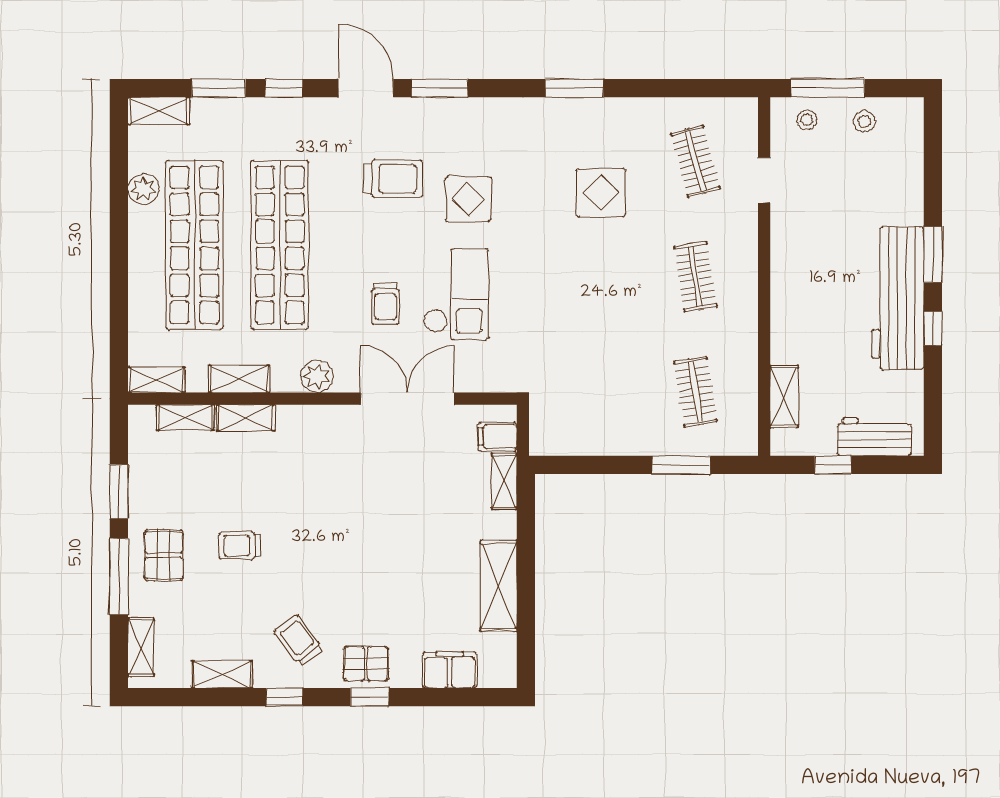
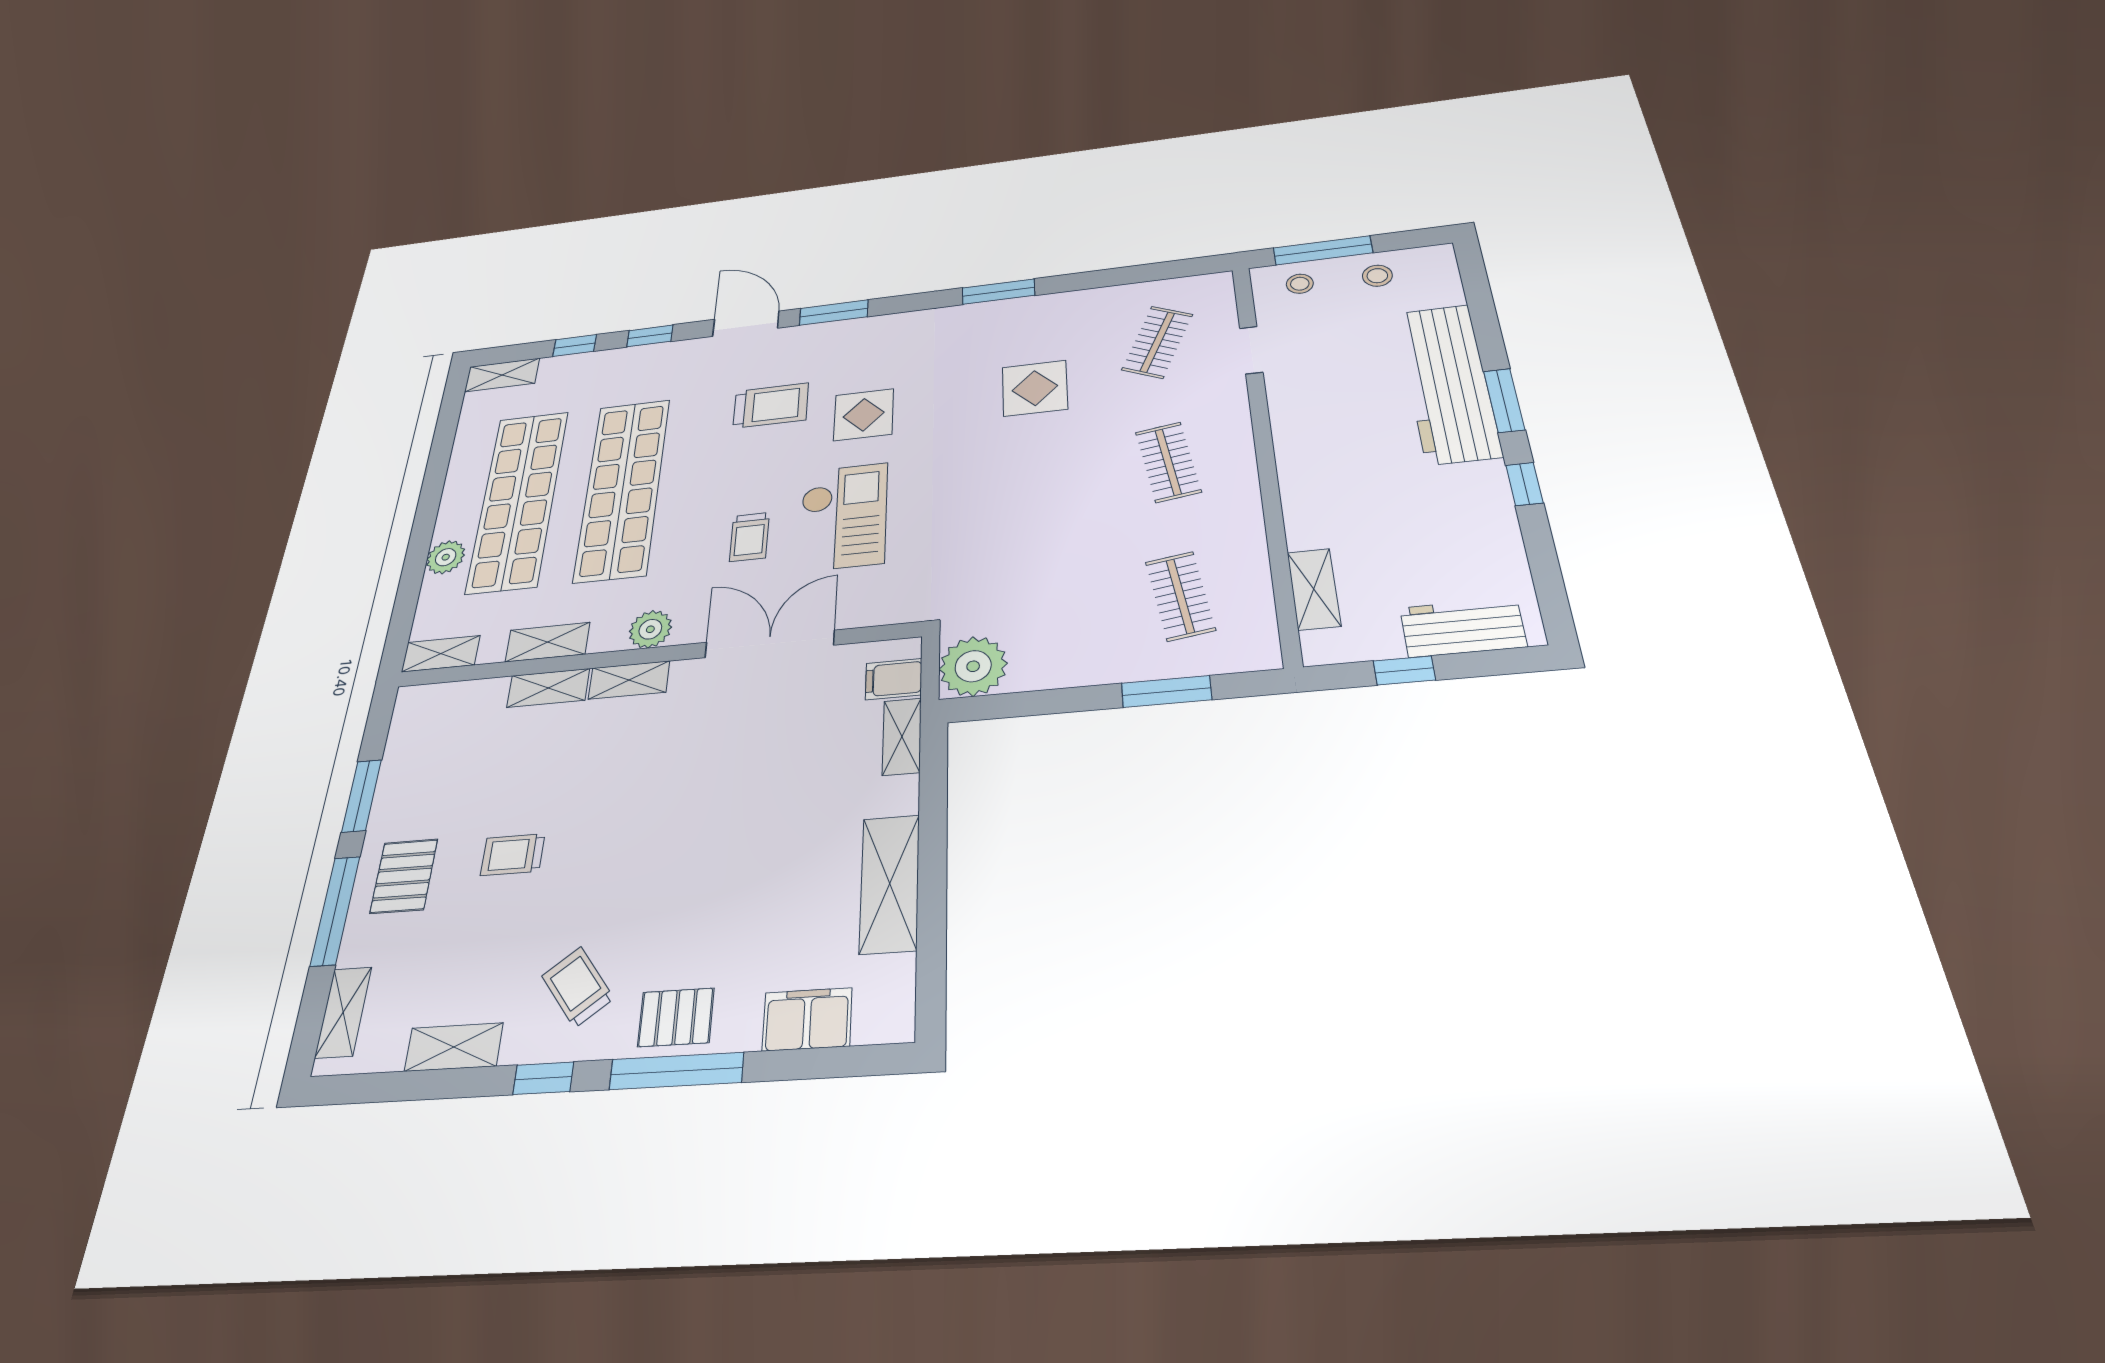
window: (219, 88) -> (575, 345), width x0.67
clothes rail: (696, 161) -> (1157, 342), turned 39
plant: (143, 189) -> (446, 557), moved
workbench: (898, 298) -> (1448, 383), moved
shelving: (185, 418) -> (629, 680), moved
plant: (553, 432) -> (973, 666), added
window: (370, 697) -> (676, 1071), width x2.17

